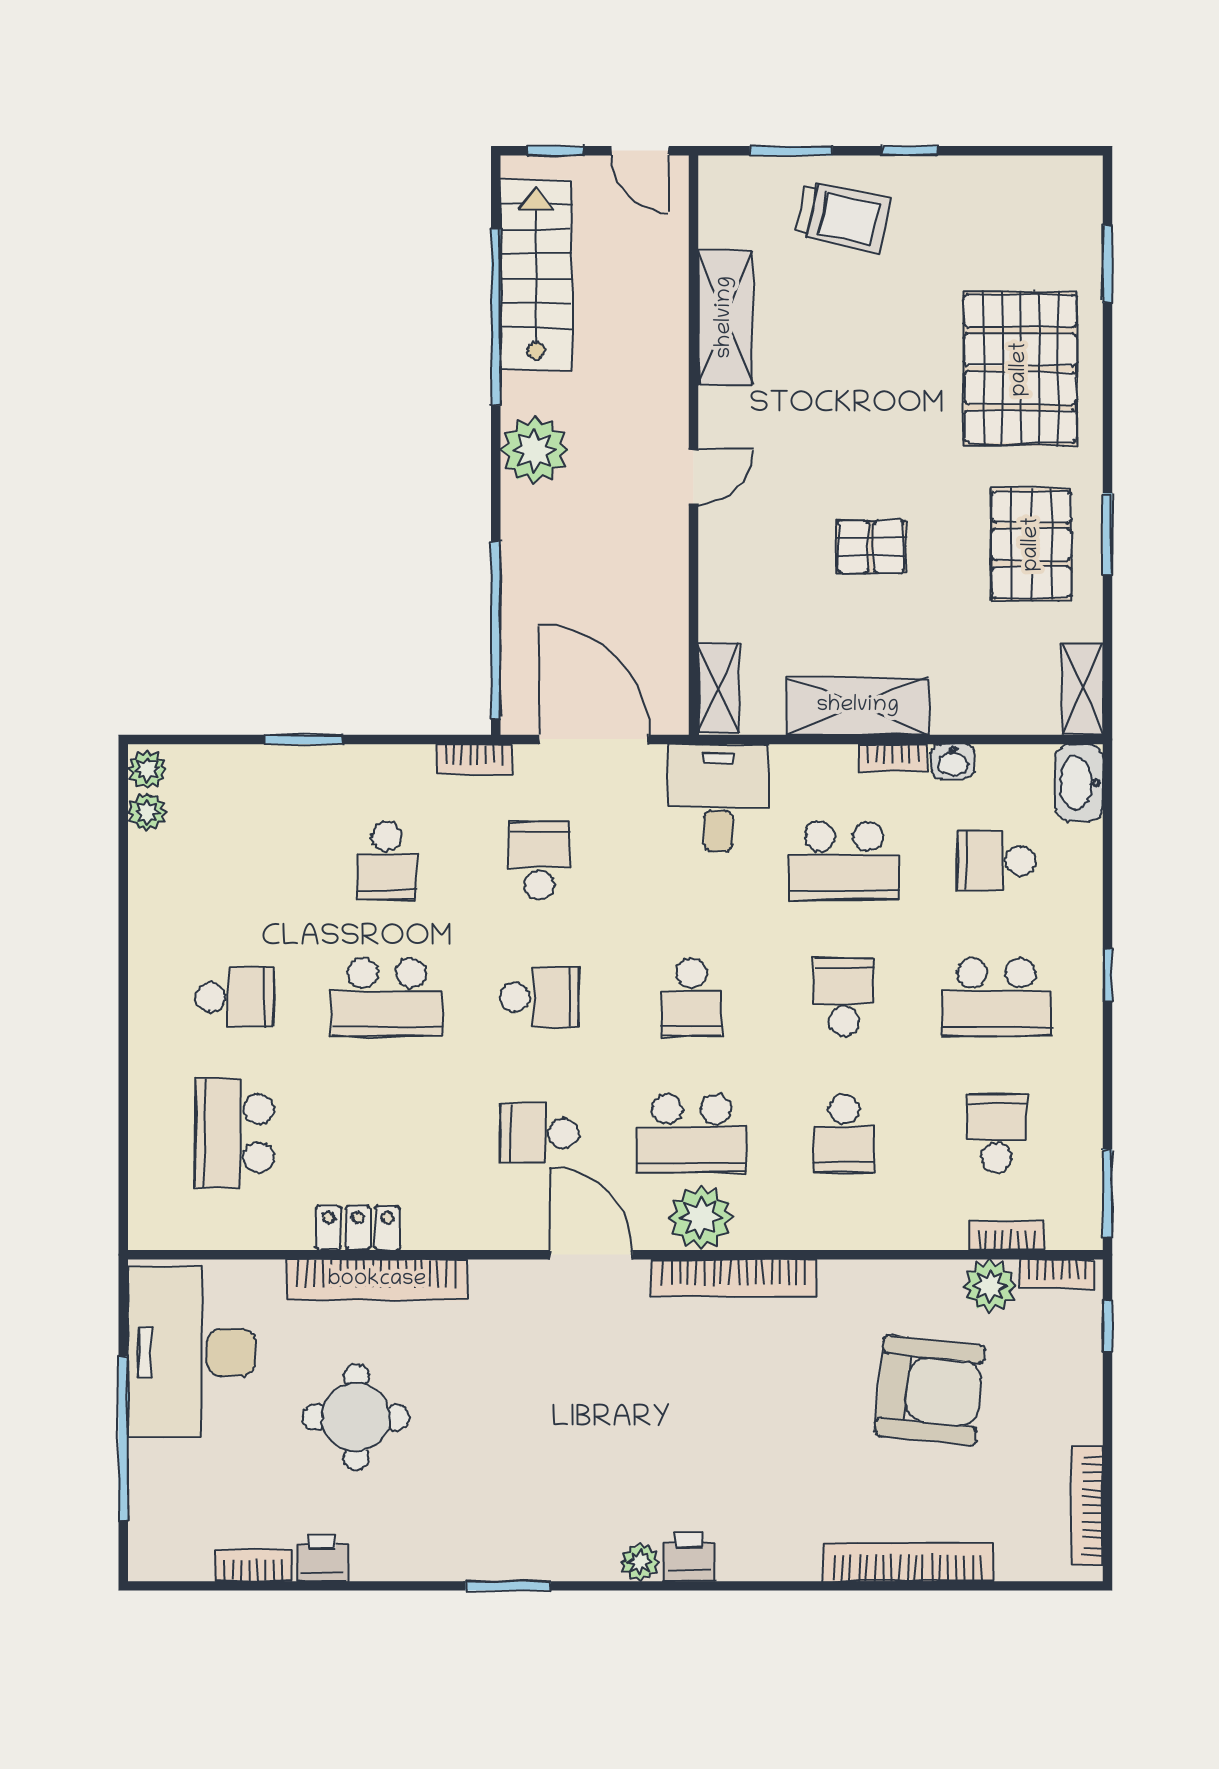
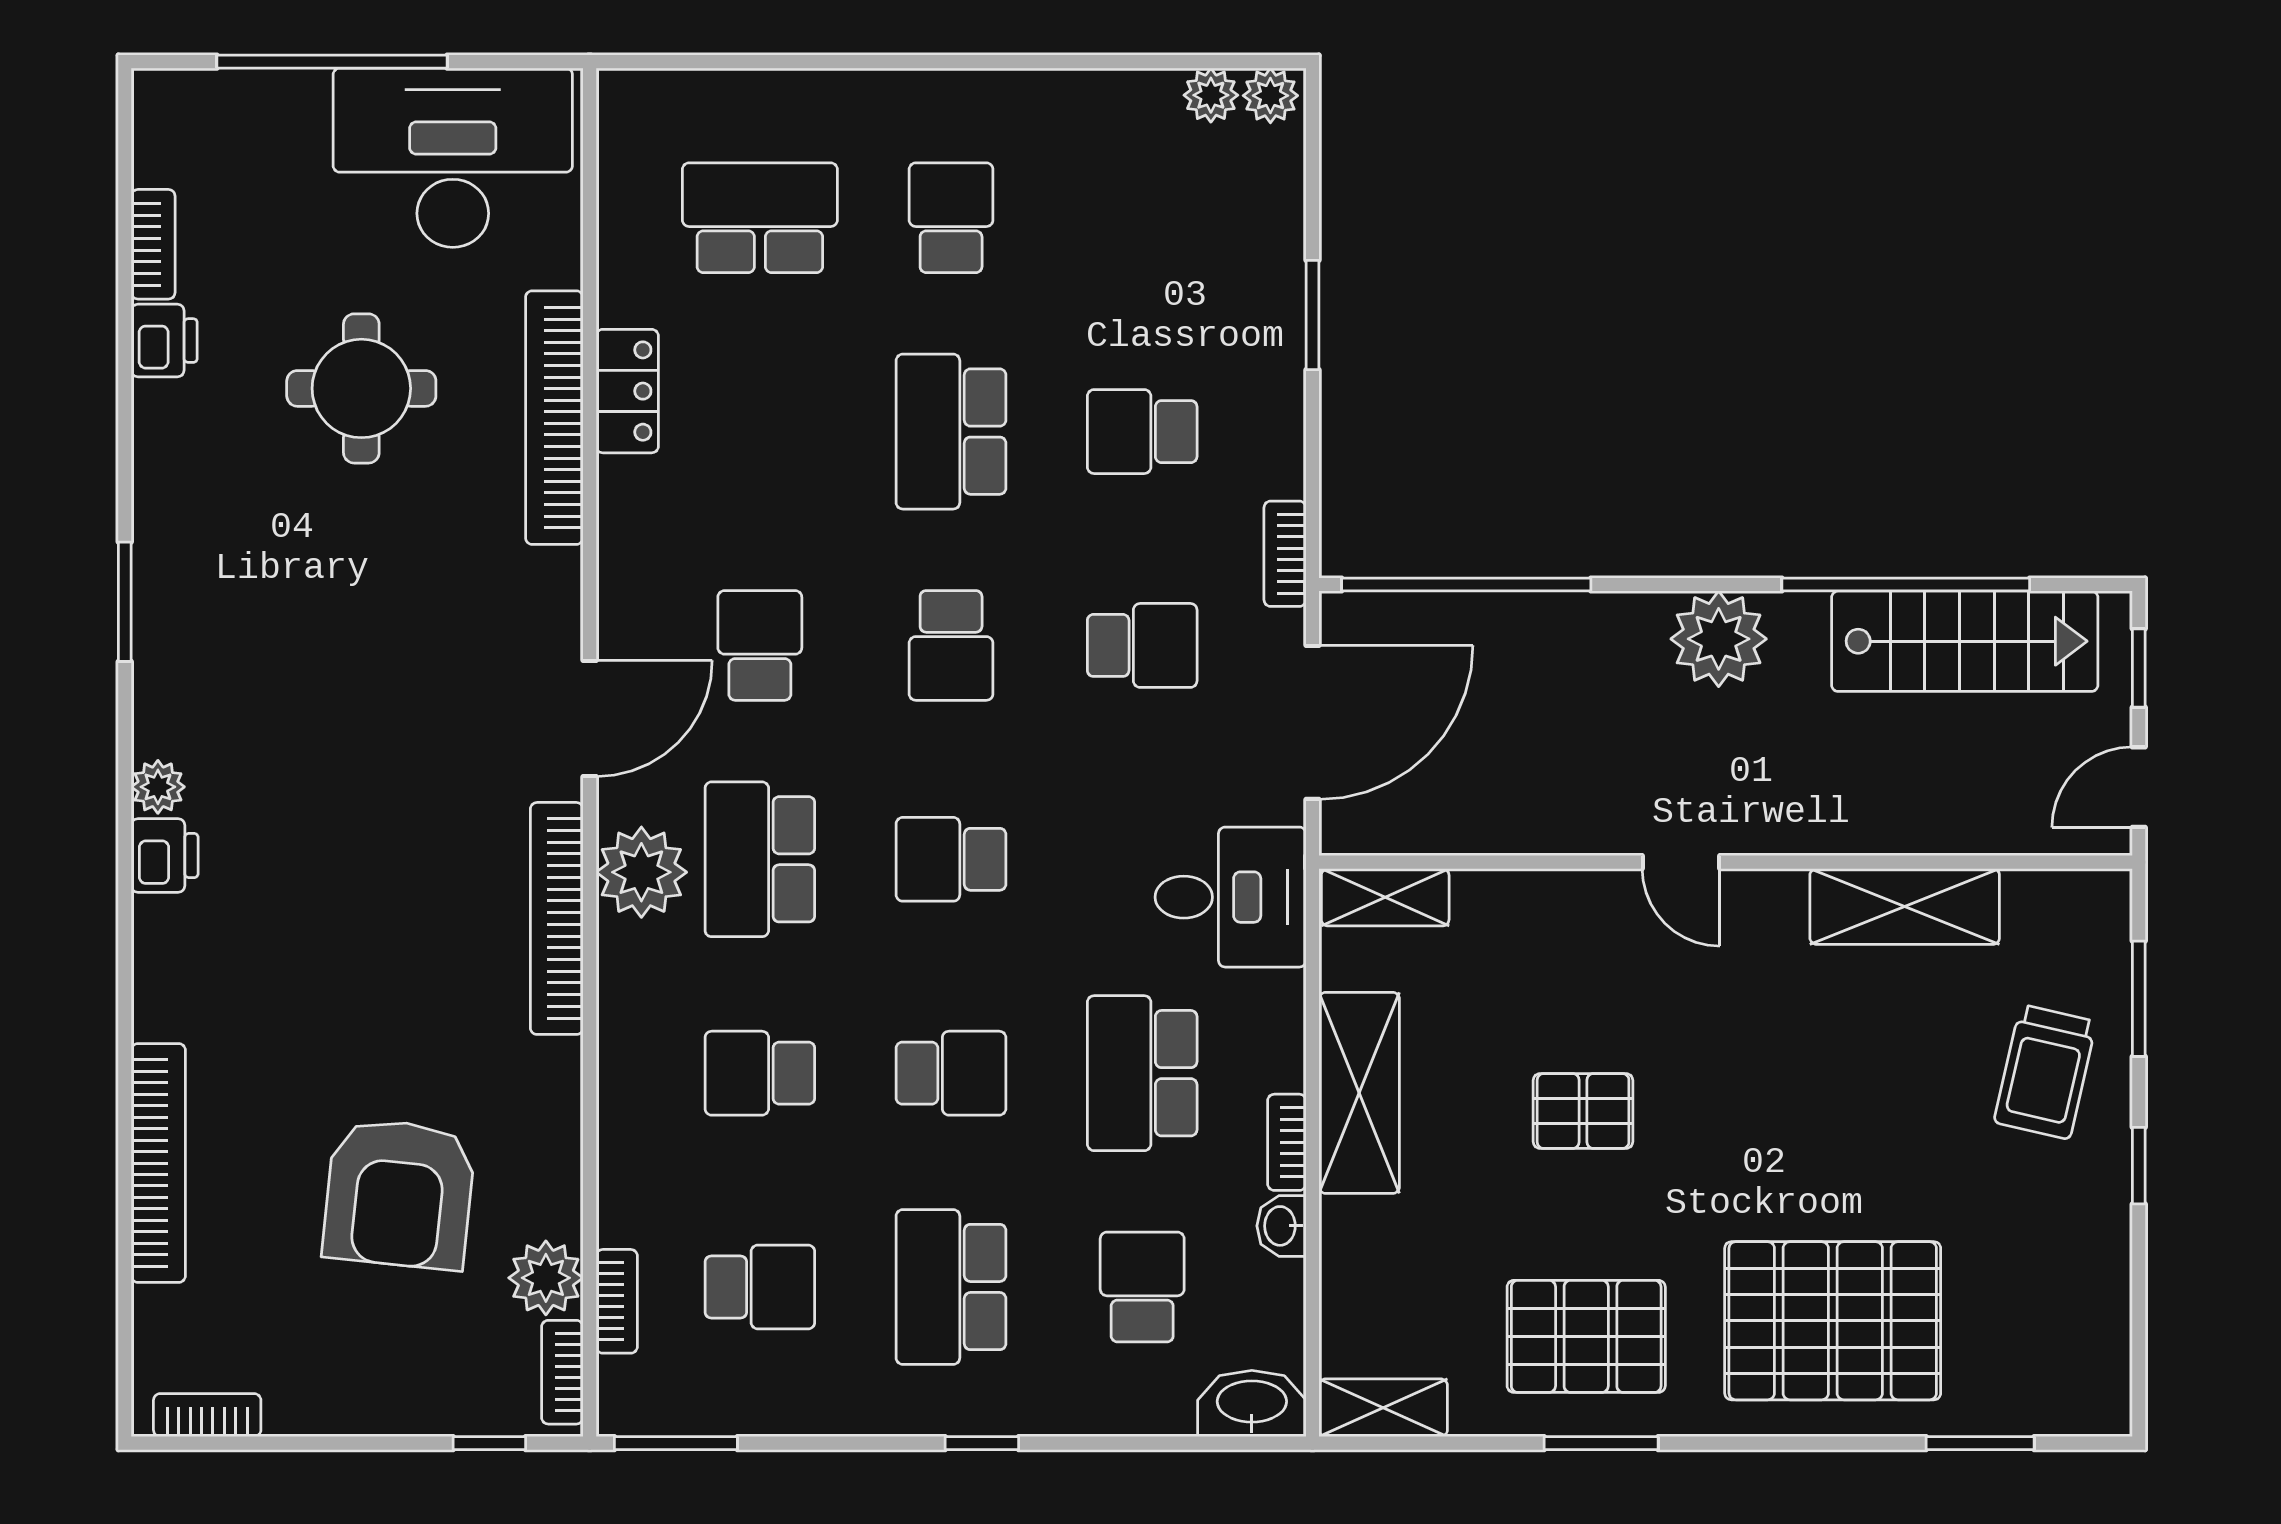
pallet: (871, 547) -> (1583, 1111), turned 90
school desk: (234, 997) -> (951, 218), turned 180
bookcase: (1088, 1506) -> (207, 1415), width x0.64

